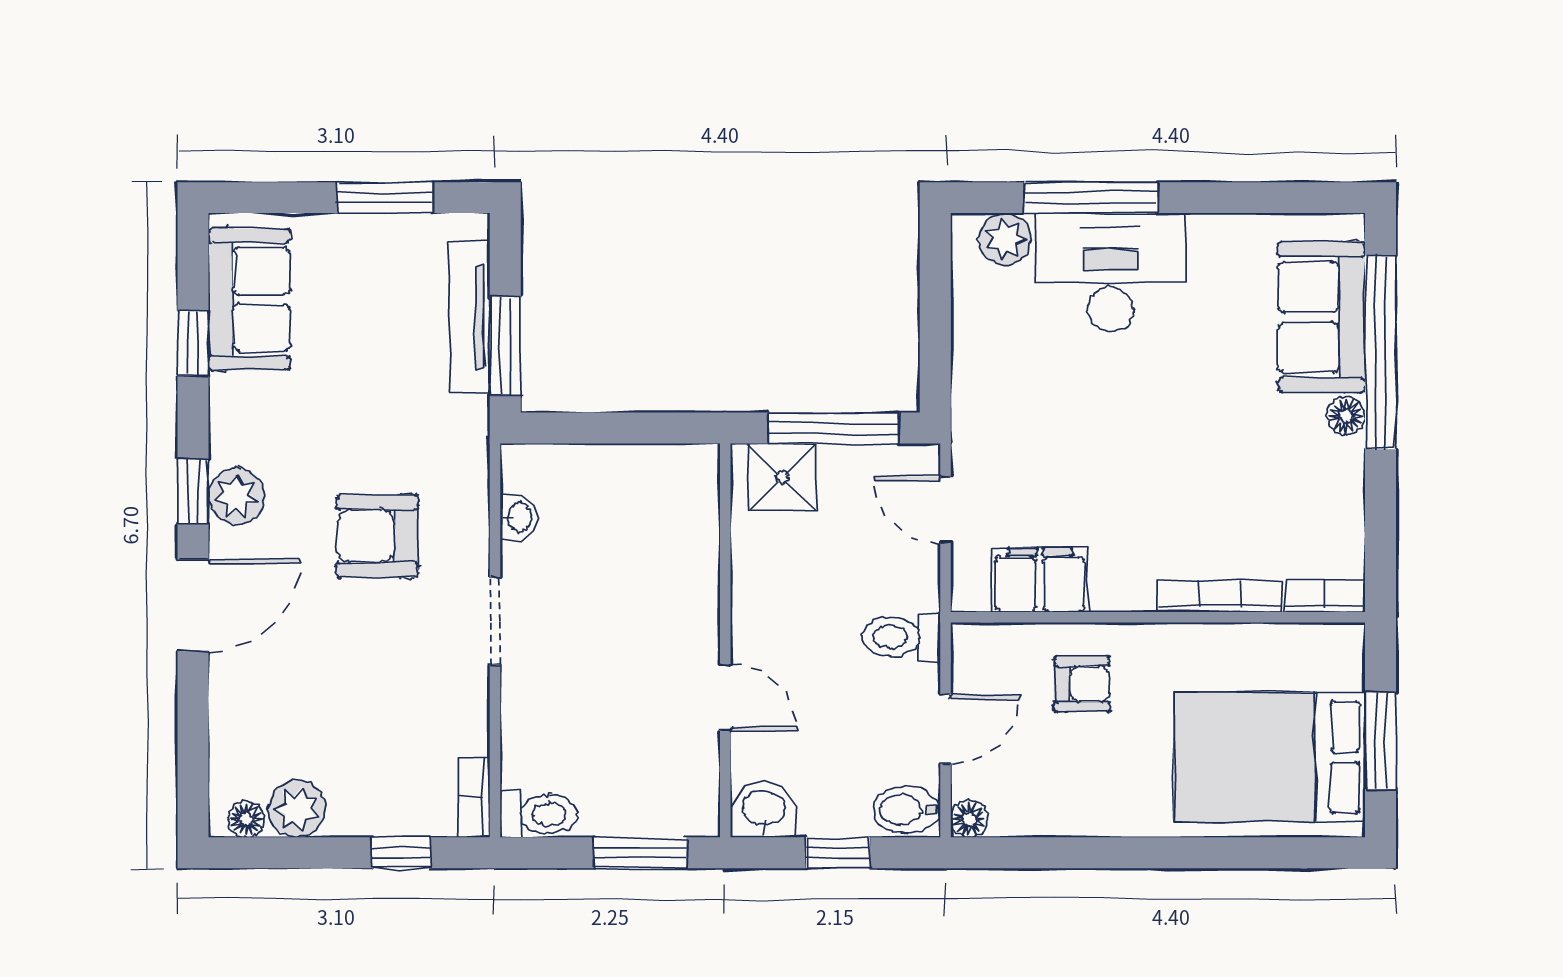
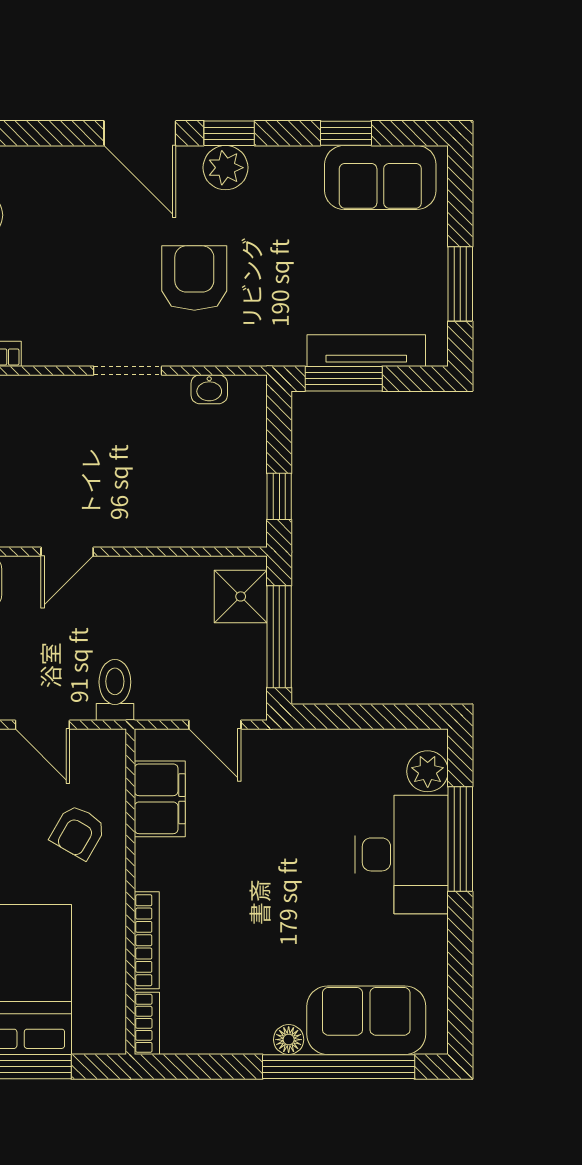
window: (655, 428) -> (279, 496), added
door: (945, 510) -> (215, 725), swing flipped
armchair: (1082, 684) -> (78, 832), turned 30

